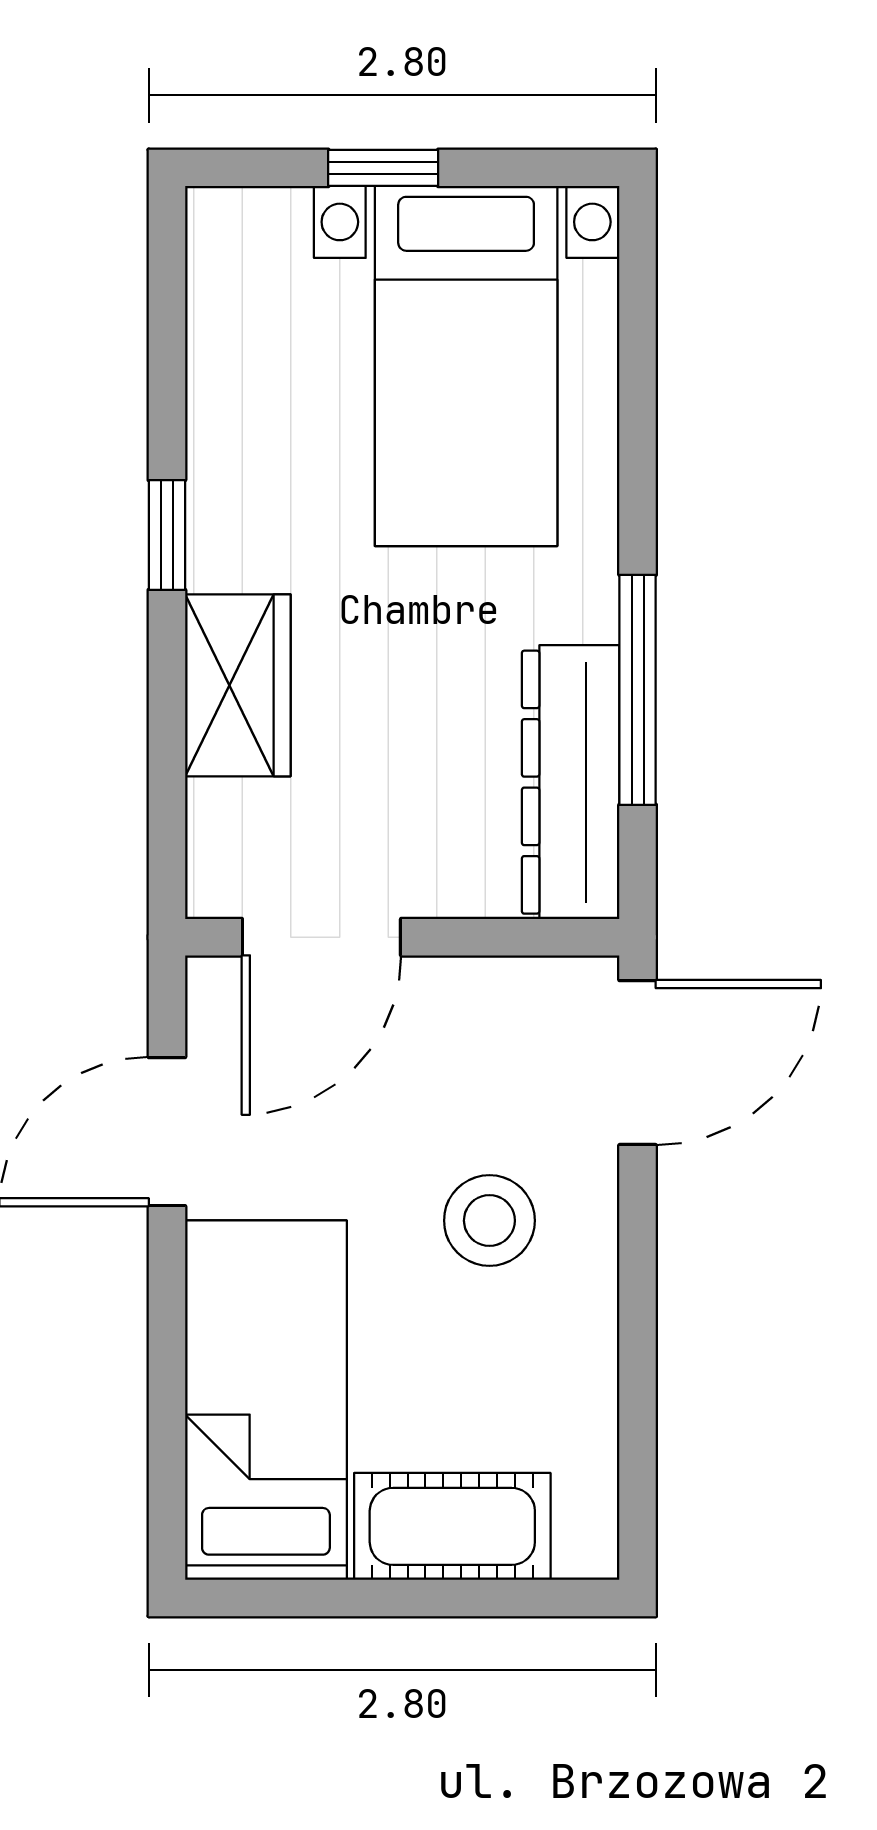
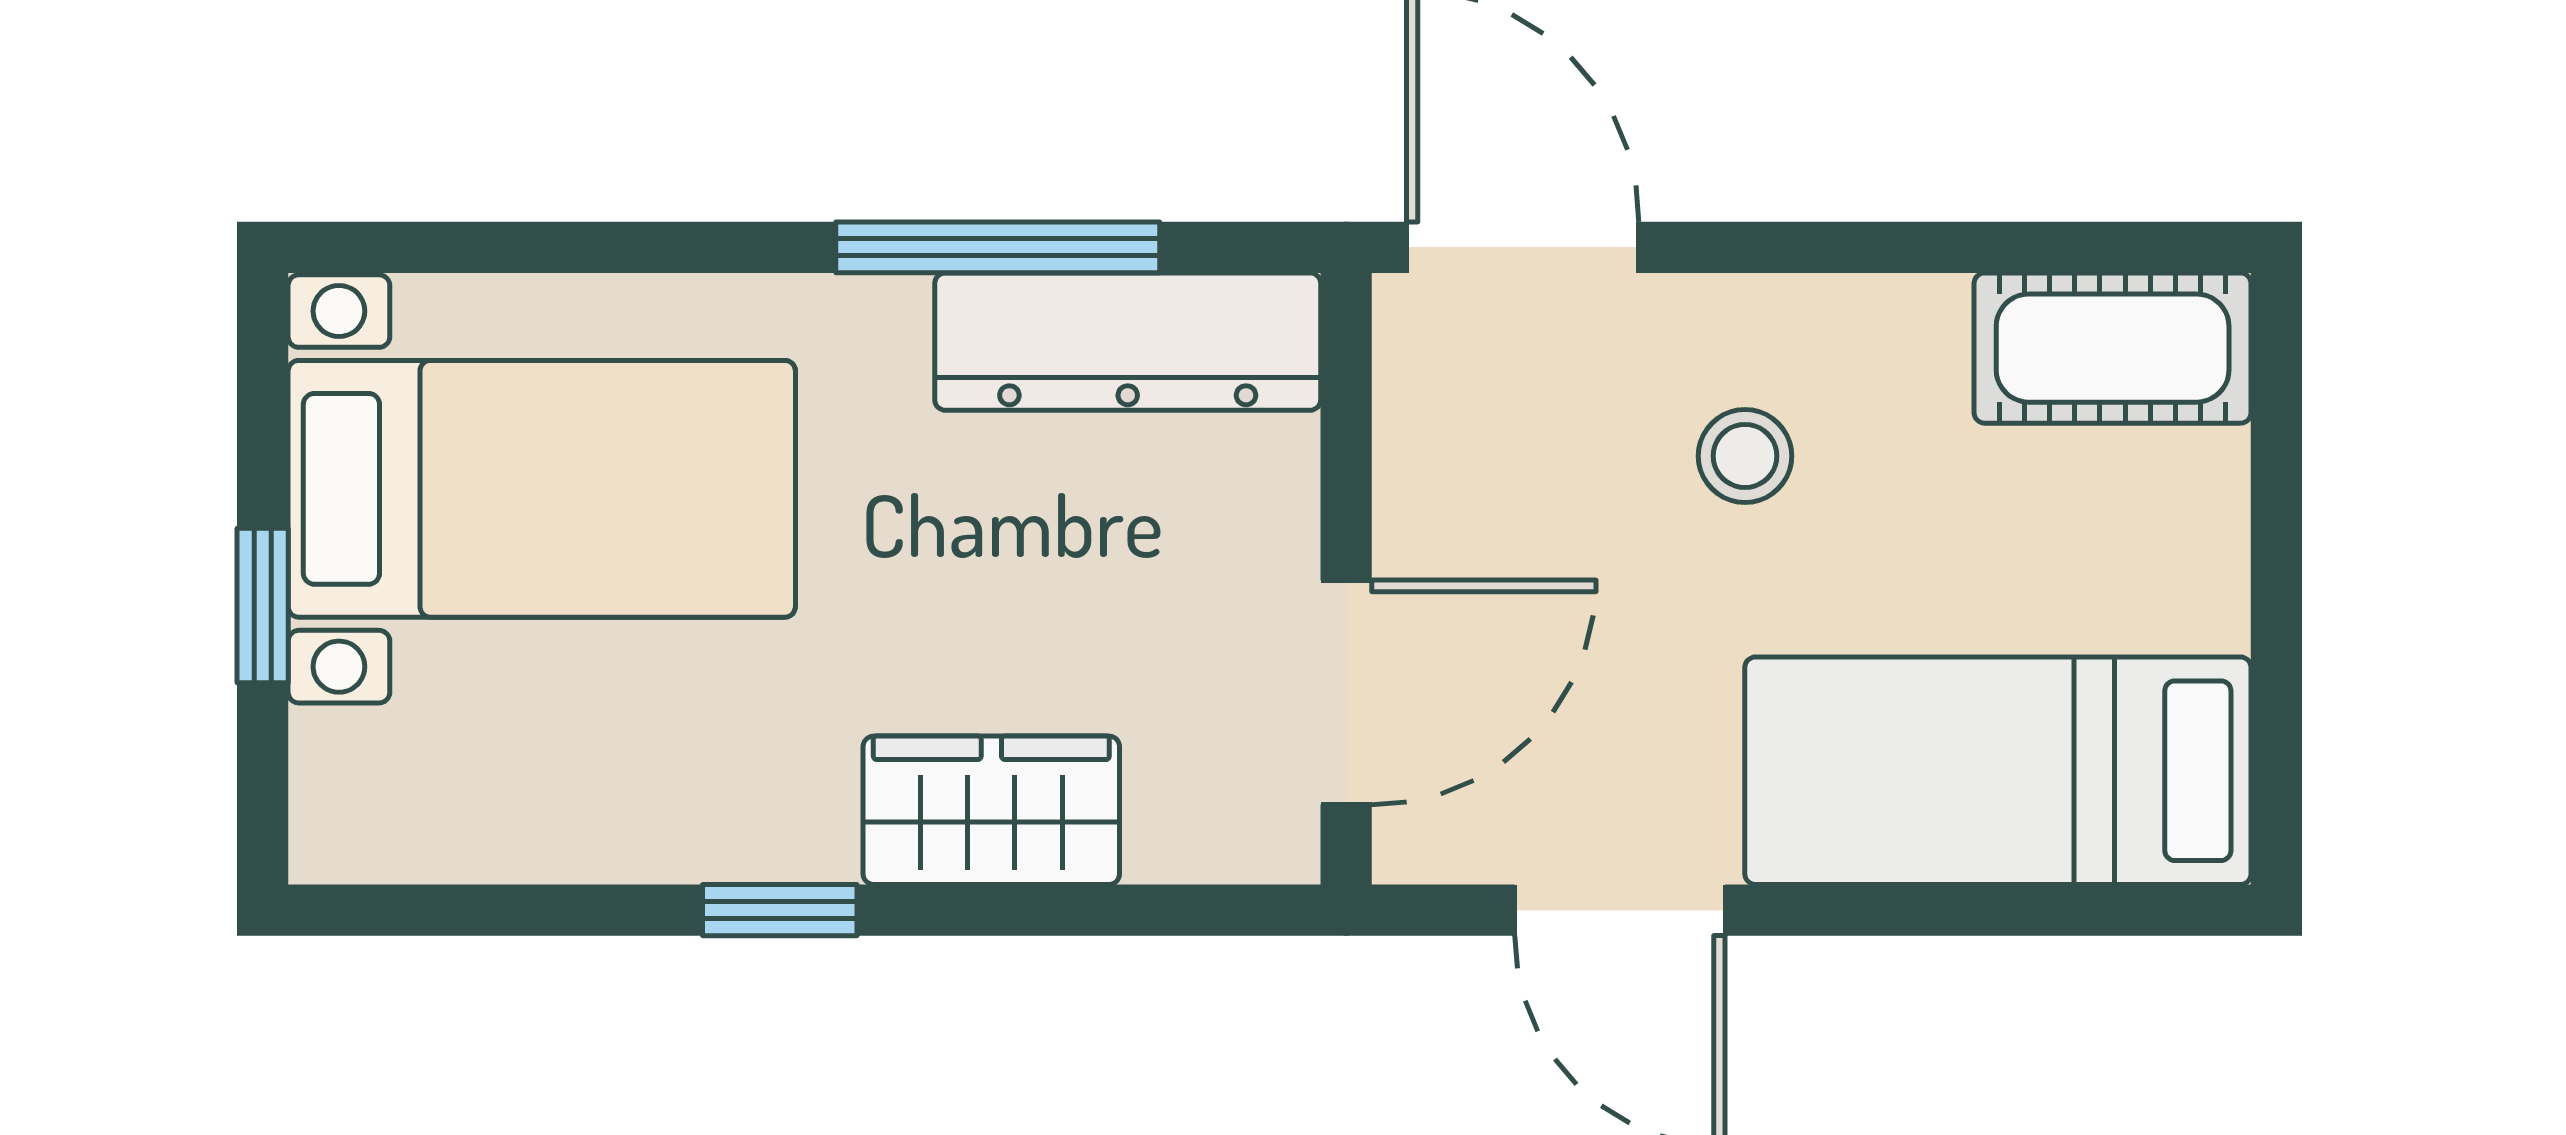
door: (321, 937) -> (1346, 692), hinge flipped
stool: (489, 1221) -> (1745, 456), width x0.73, depth x0.73
cot: (452, 1526) -> (2113, 348), moved, turned 90

